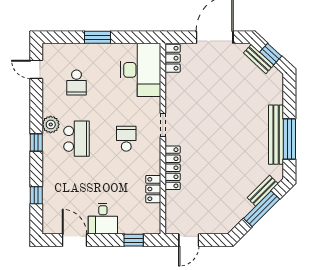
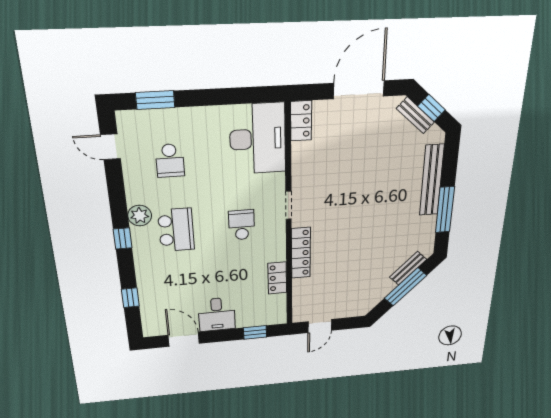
window: (98, 37) -> (155, 100), moved
bench: (276, 135) -> (432, 180), moved

